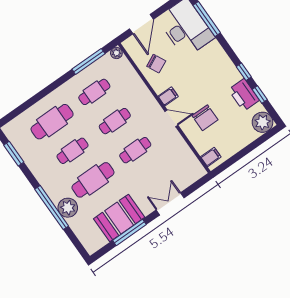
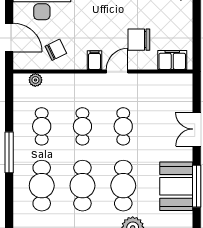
plant: (116, 53) -> (35, 80), moved
window: (88, 61) -> (9, 152), moved
chair: (205, 118) -> (139, 40), turned 180
cafe table: (73, 151) -> (82, 186), width x1.37, depth x1.35
filing cabinet: (211, 157) -> (172, 60), width x2.00

